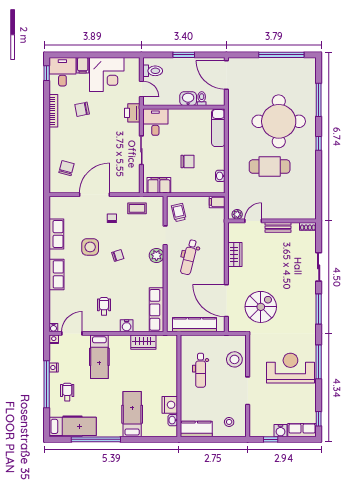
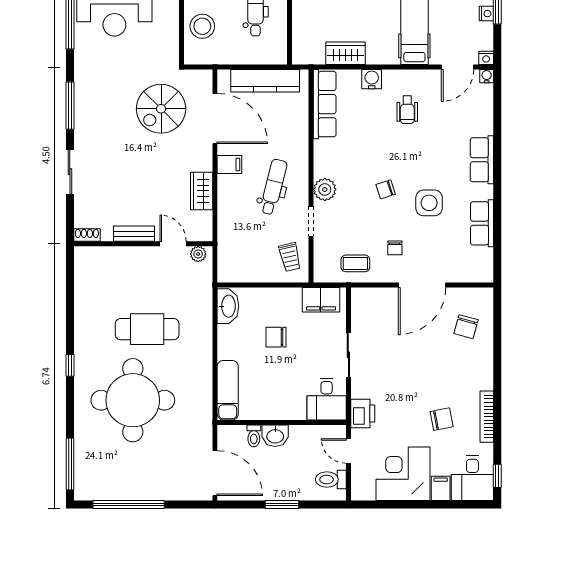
window: (319, 100) -> (70, 464), moved
washbasin: (220, 176) -> (228, 306), width x1.91, depth x1.45
filing cabinet: (217, 202) -> (229, 164), moved
door: (253, 221) -> (173, 244), swing flipped

